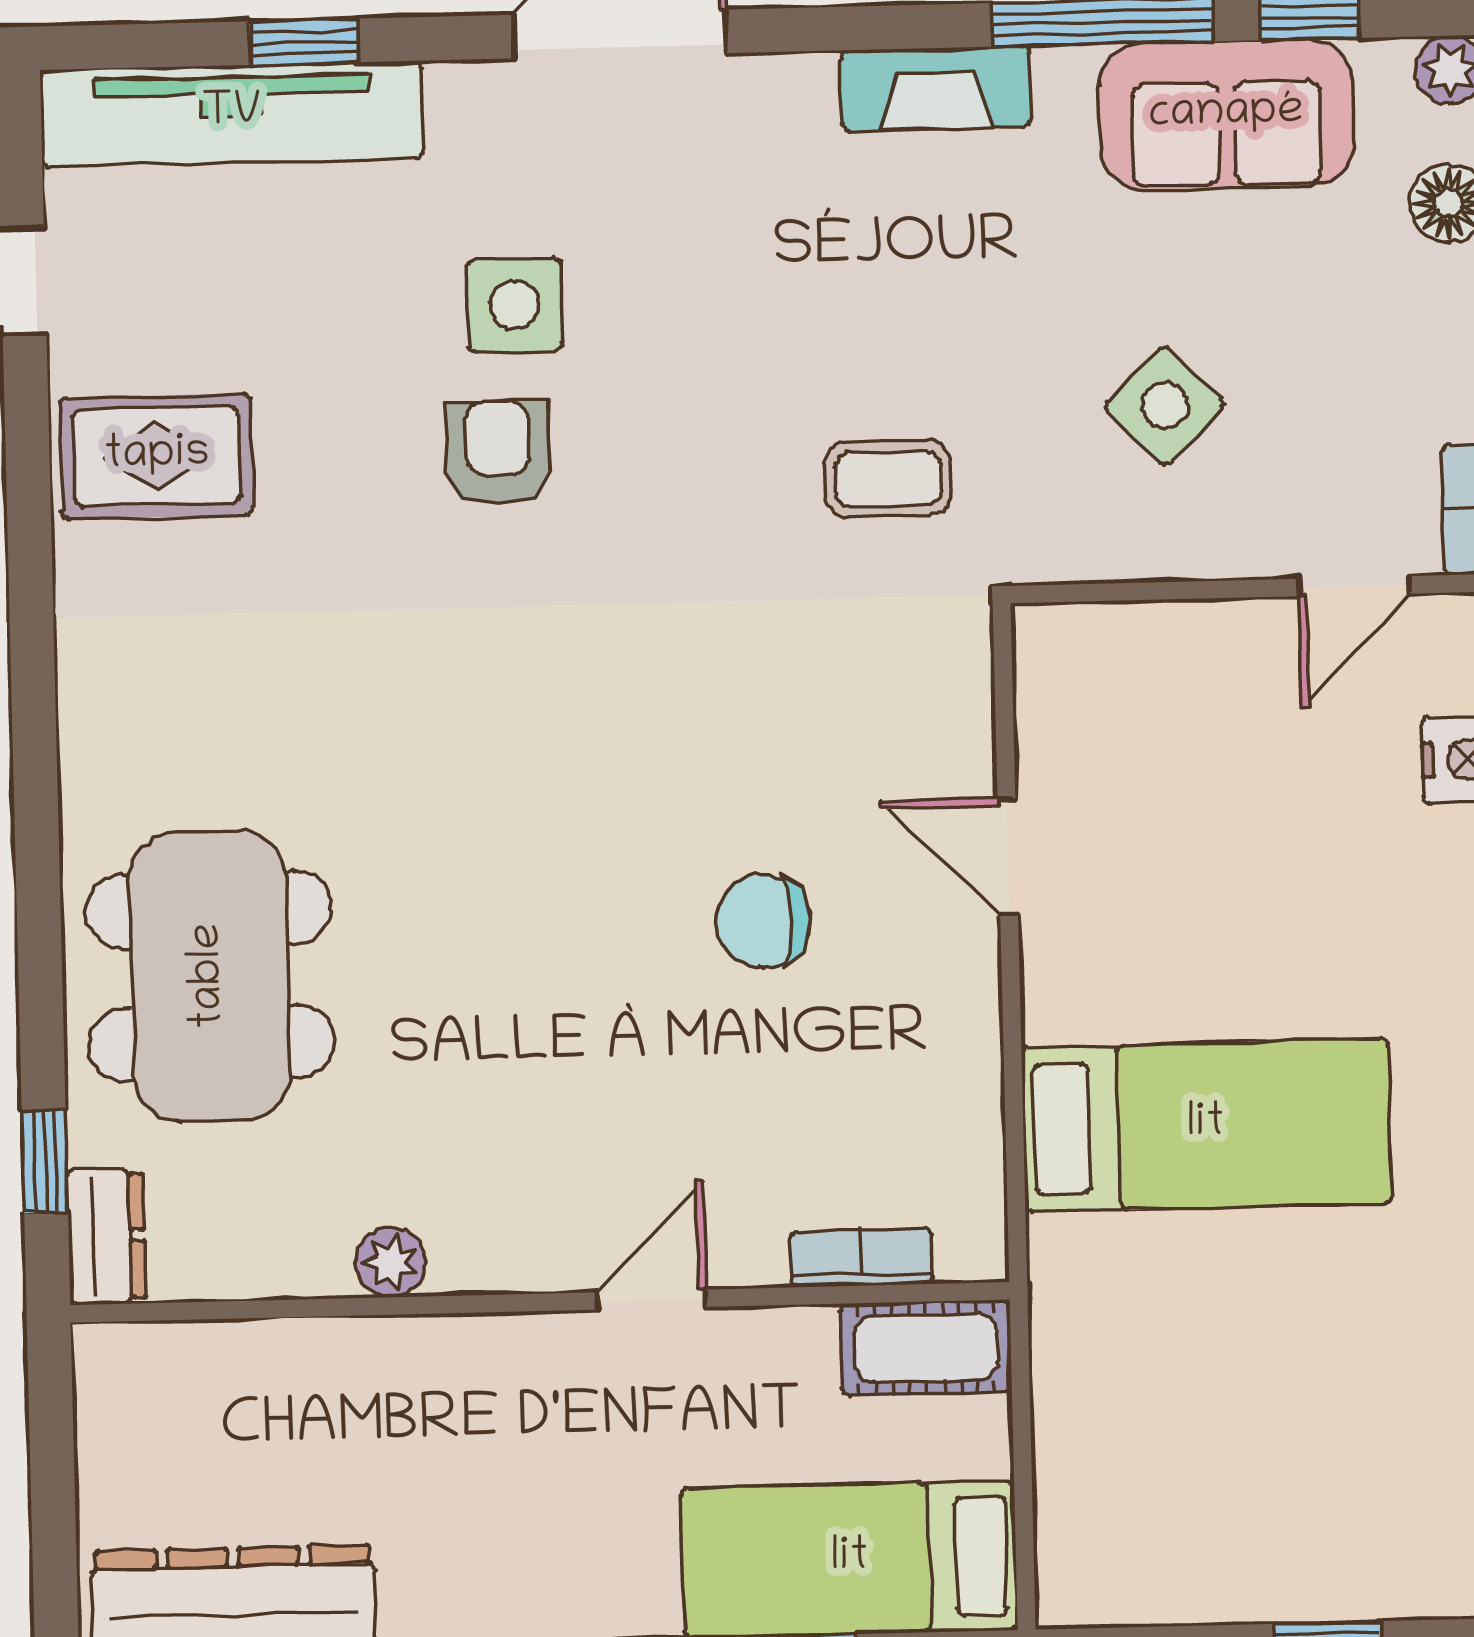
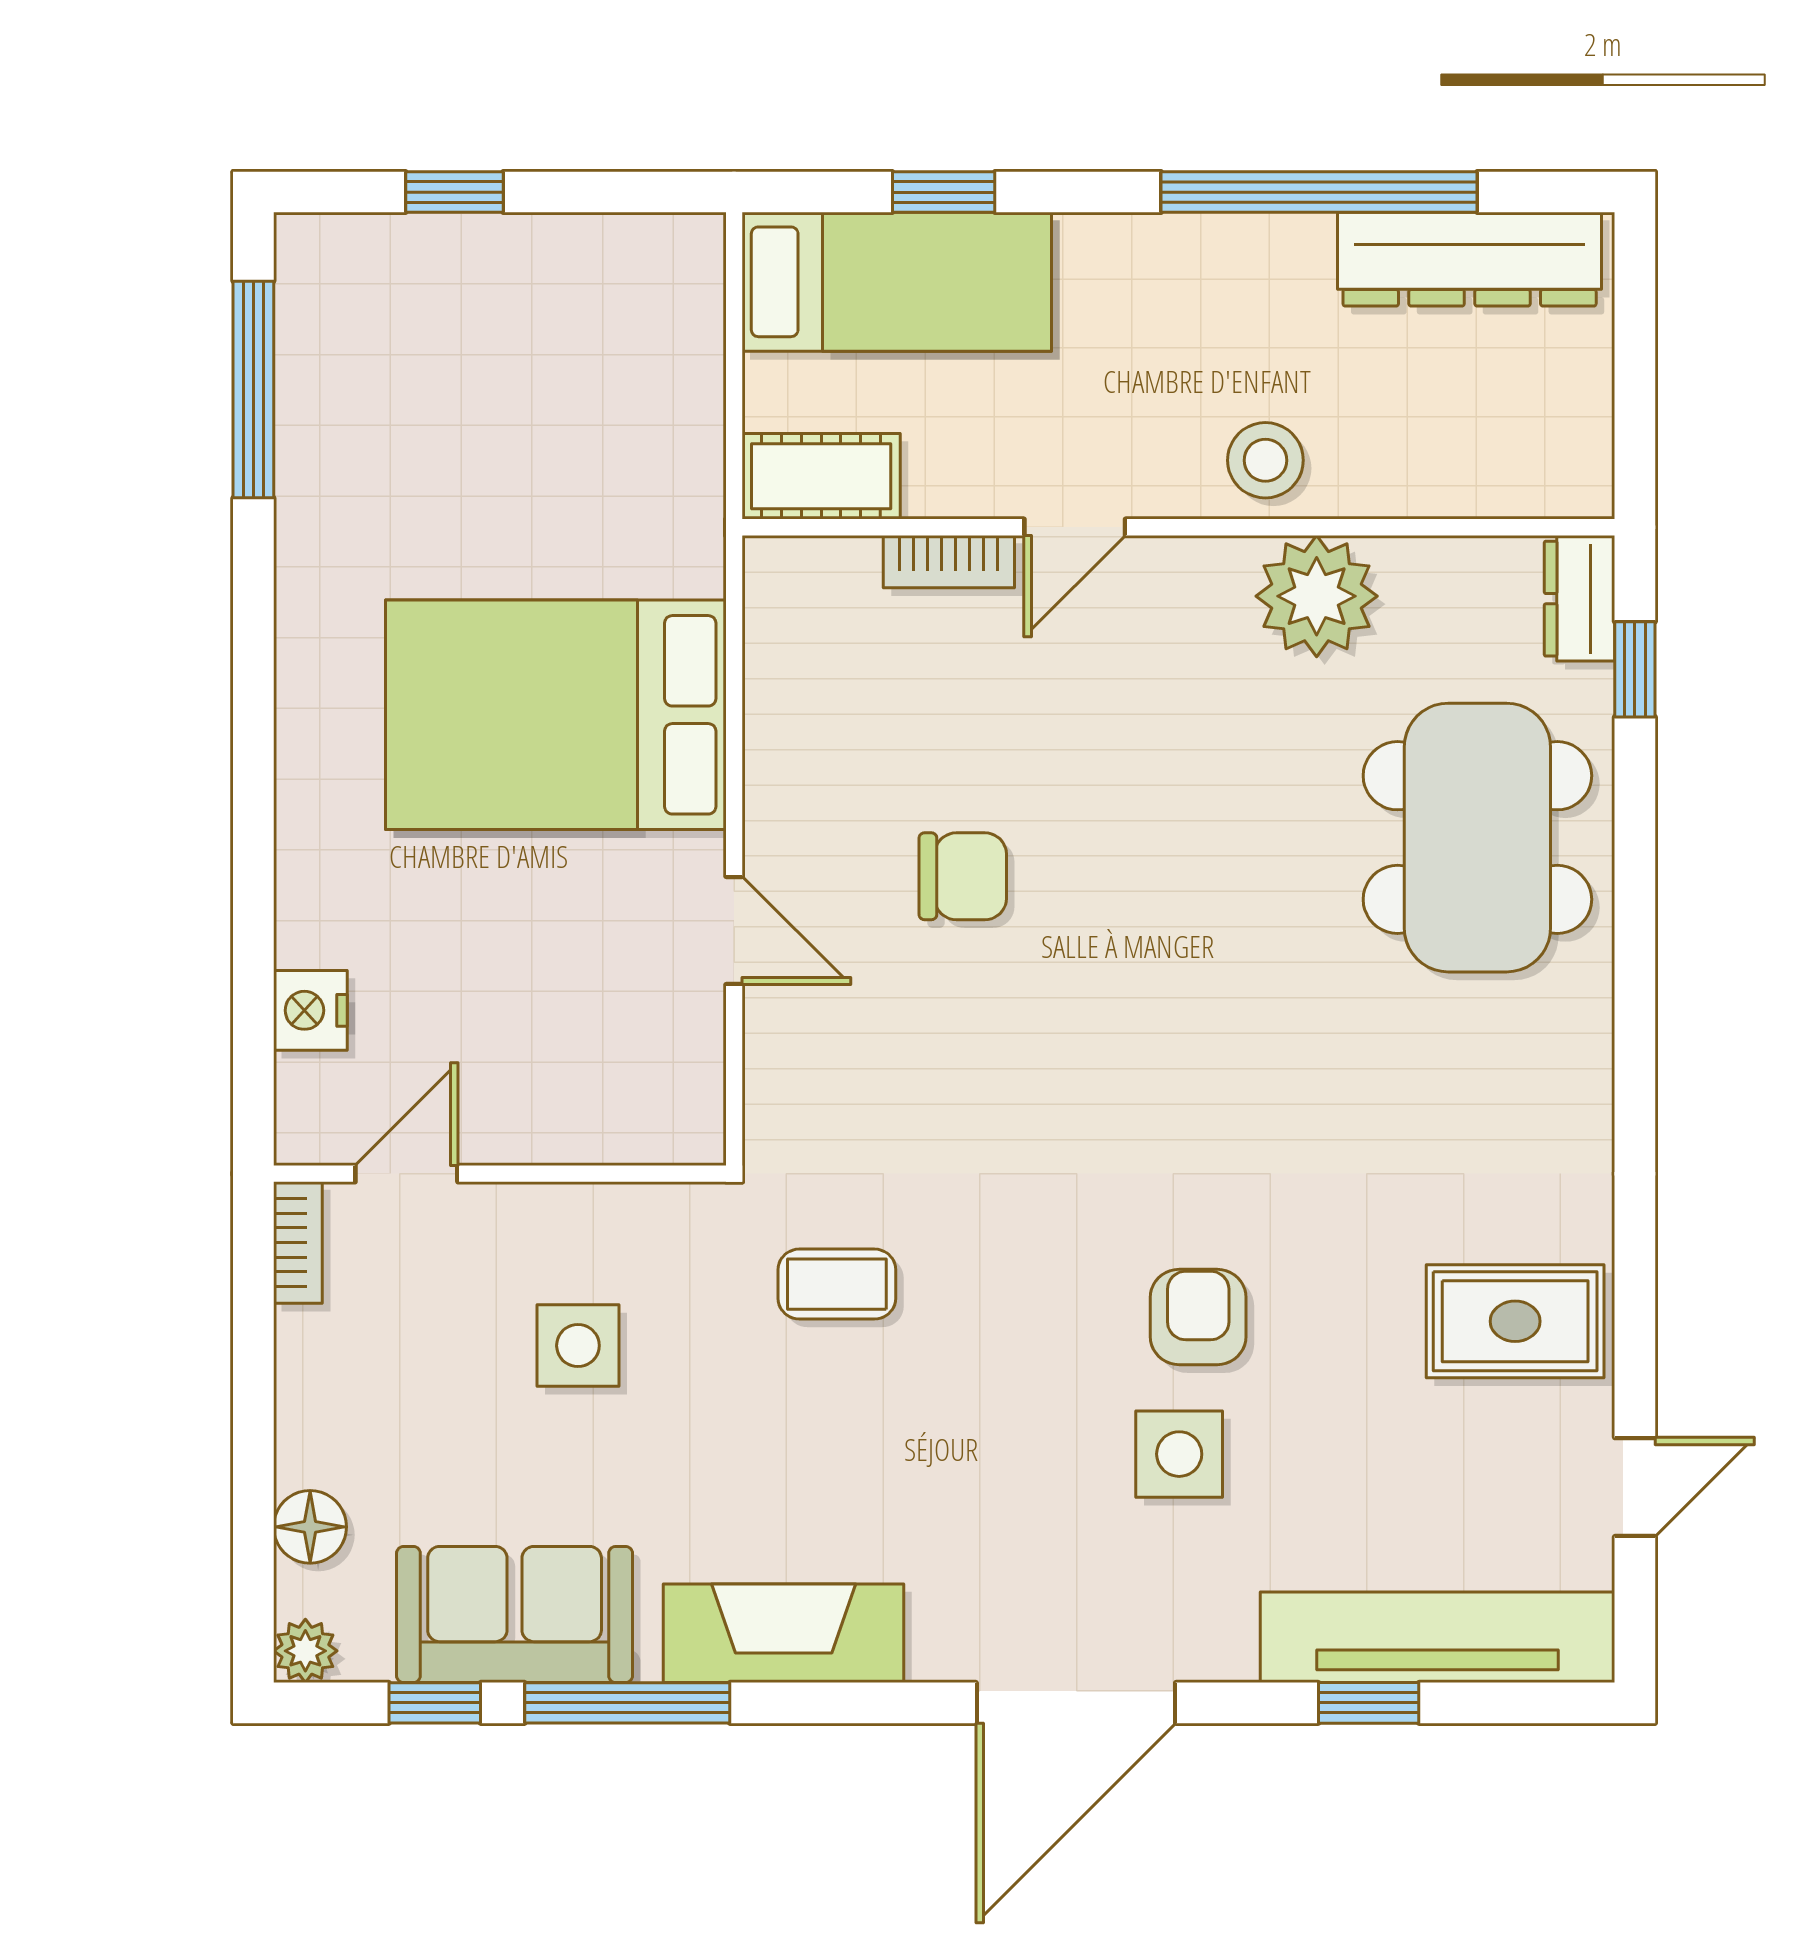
fireplace: (936, 88) -> (784, 1633), width x1.37, depth x1.32
side table: (1165, 406) -> (578, 1346), turned 45
armchair: (498, 453) -> (1198, 1317), turned 180
bed: (1206, 1125) -> (556, 715), width x1.50
bookcase: (862, 1258) -> (949, 562), moved
plant: (390, 1262) -> (1317, 596), width x1.87, depth x1.87
stool: (448, 1377) -> (1265, 460), added

